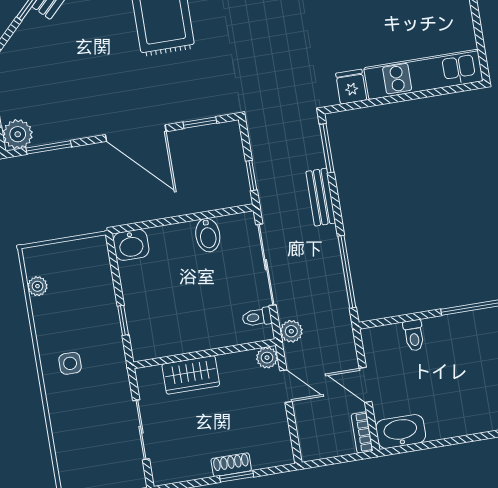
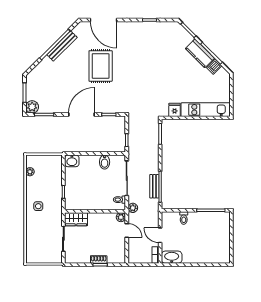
door: (136, 133) -> (81, 115), swing flipped
bench: (321, 197) -> (154, 186), moved
wardrobe: (191, 375) -> (76, 219), moved

